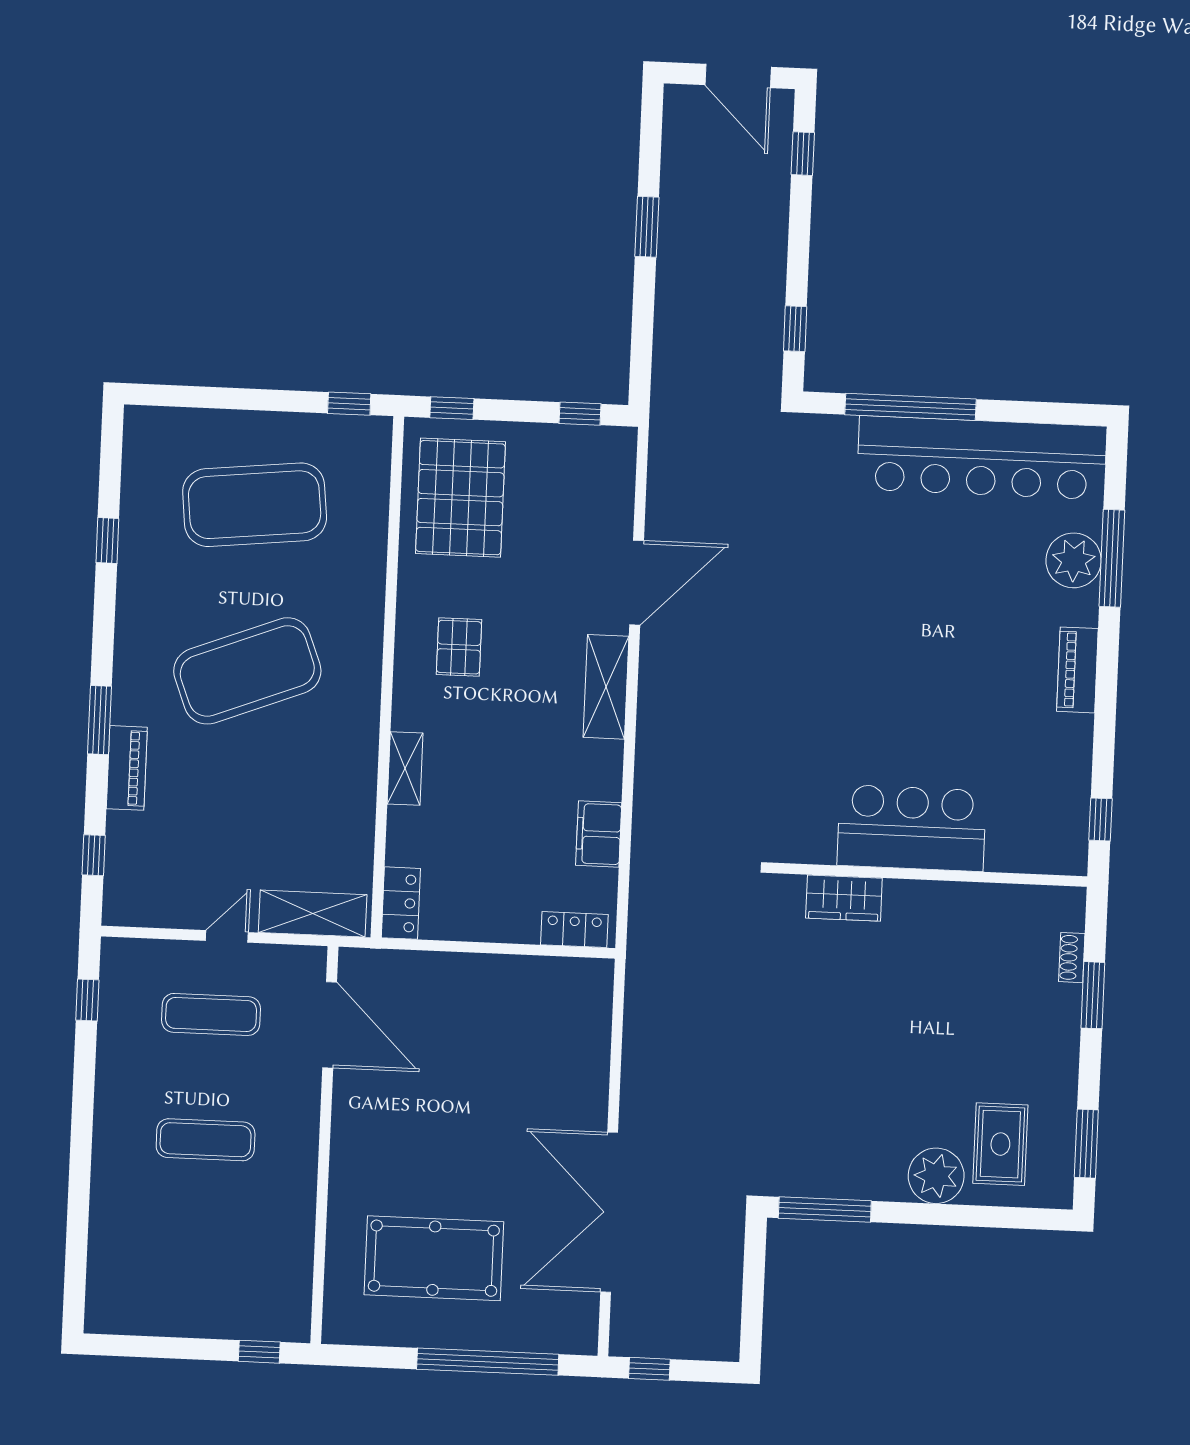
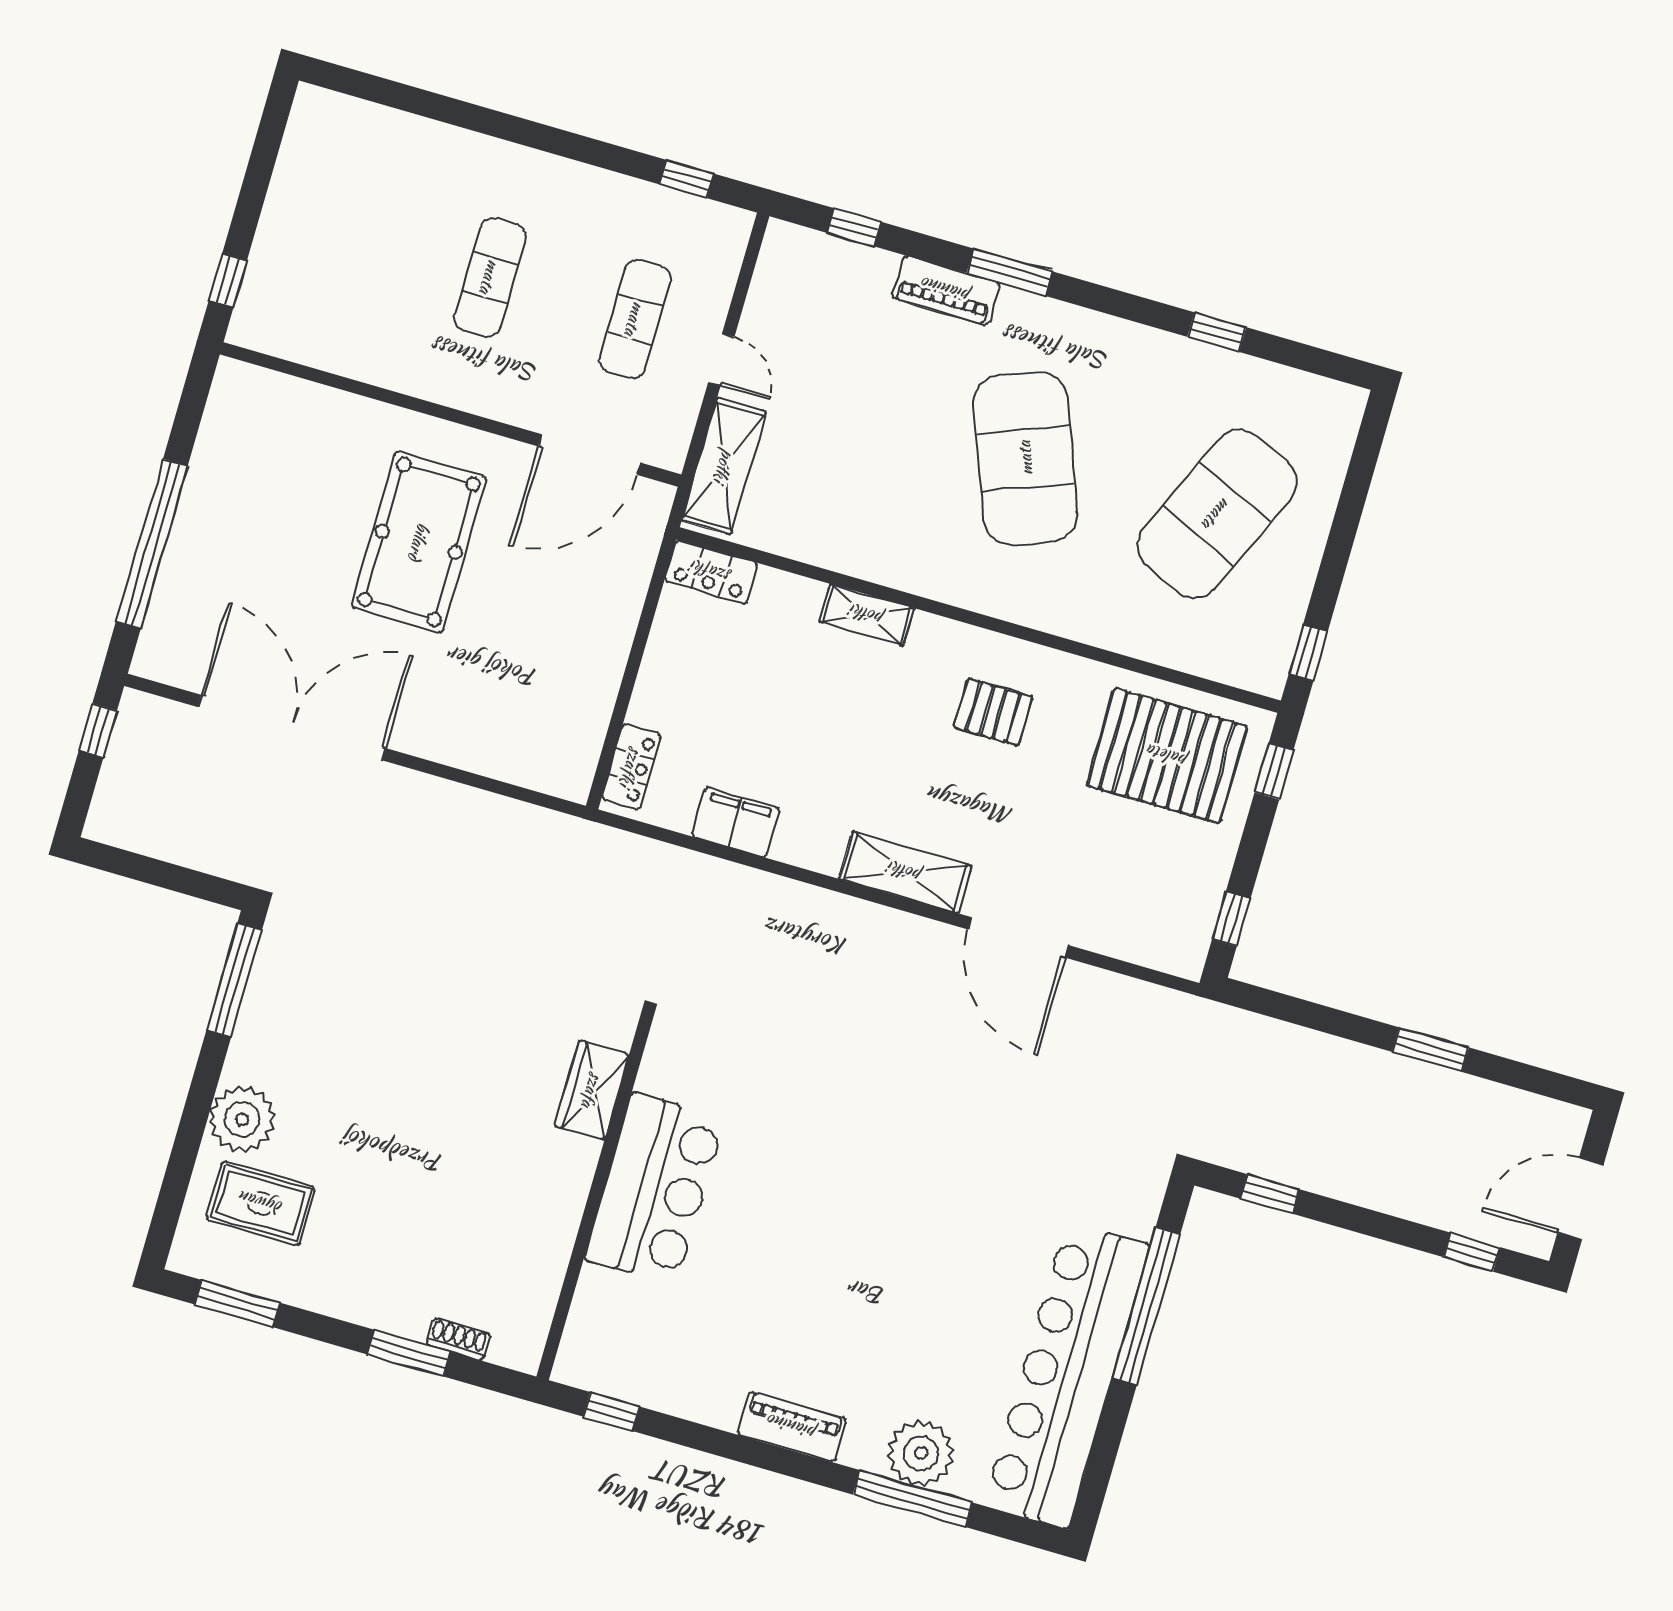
exercise mat: (255, 505) -> (1217, 514), turned 30
pool table: (434, 1258) -> (419, 542), moved

